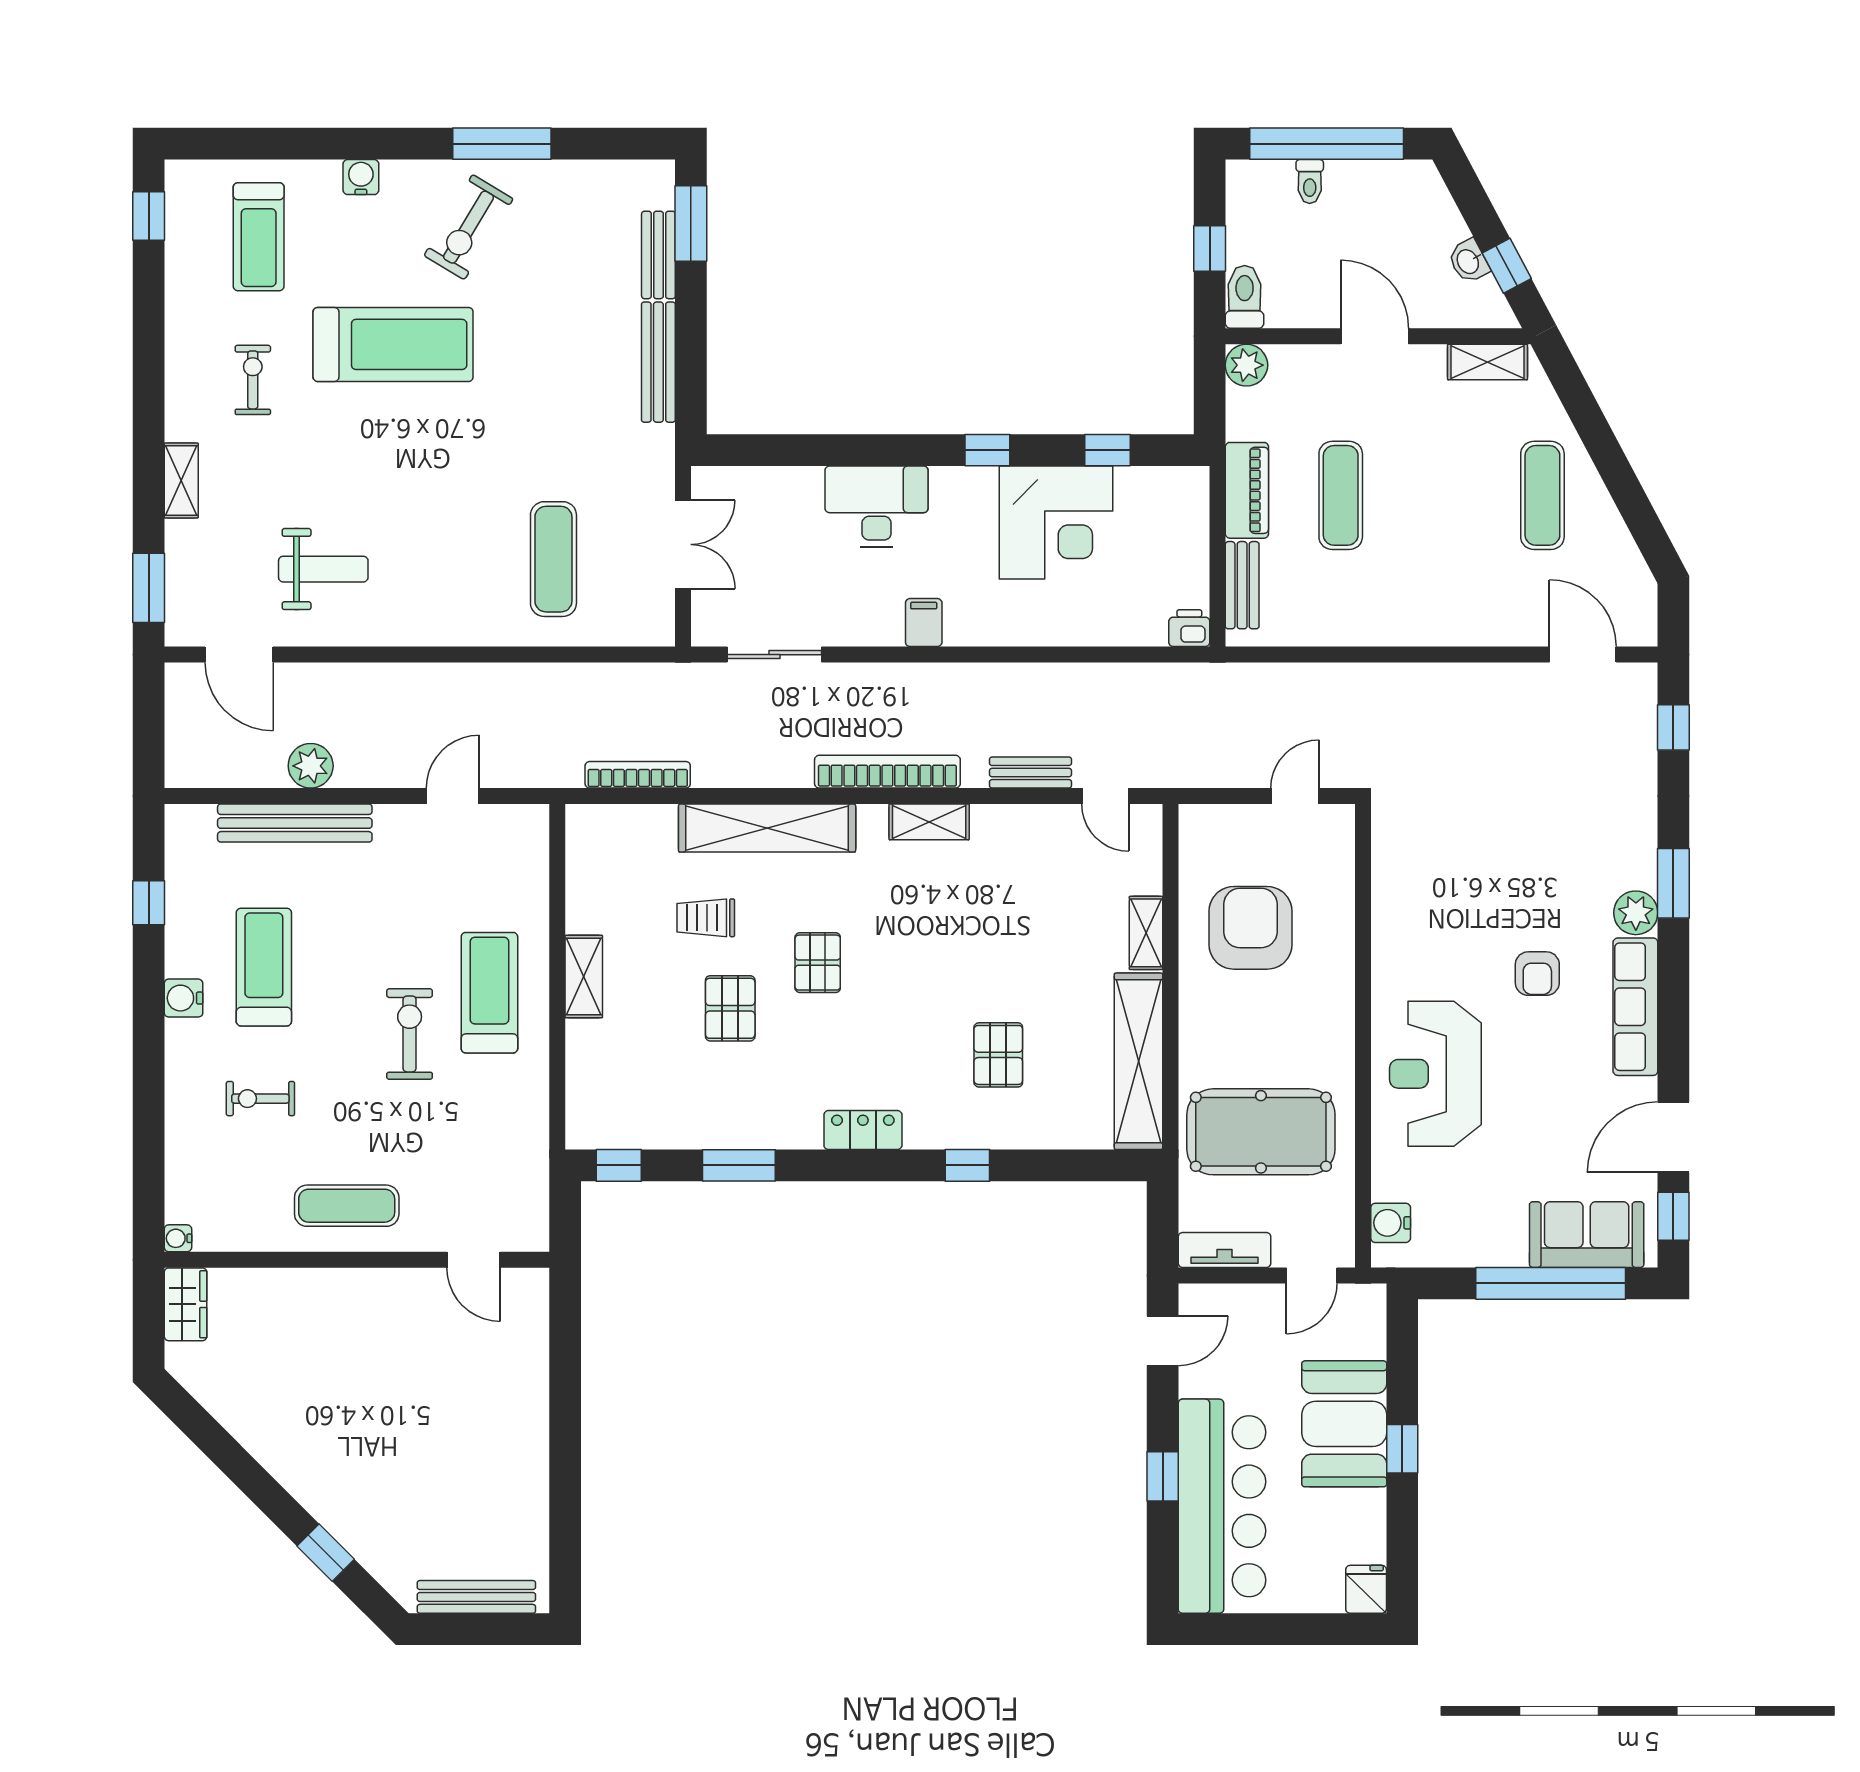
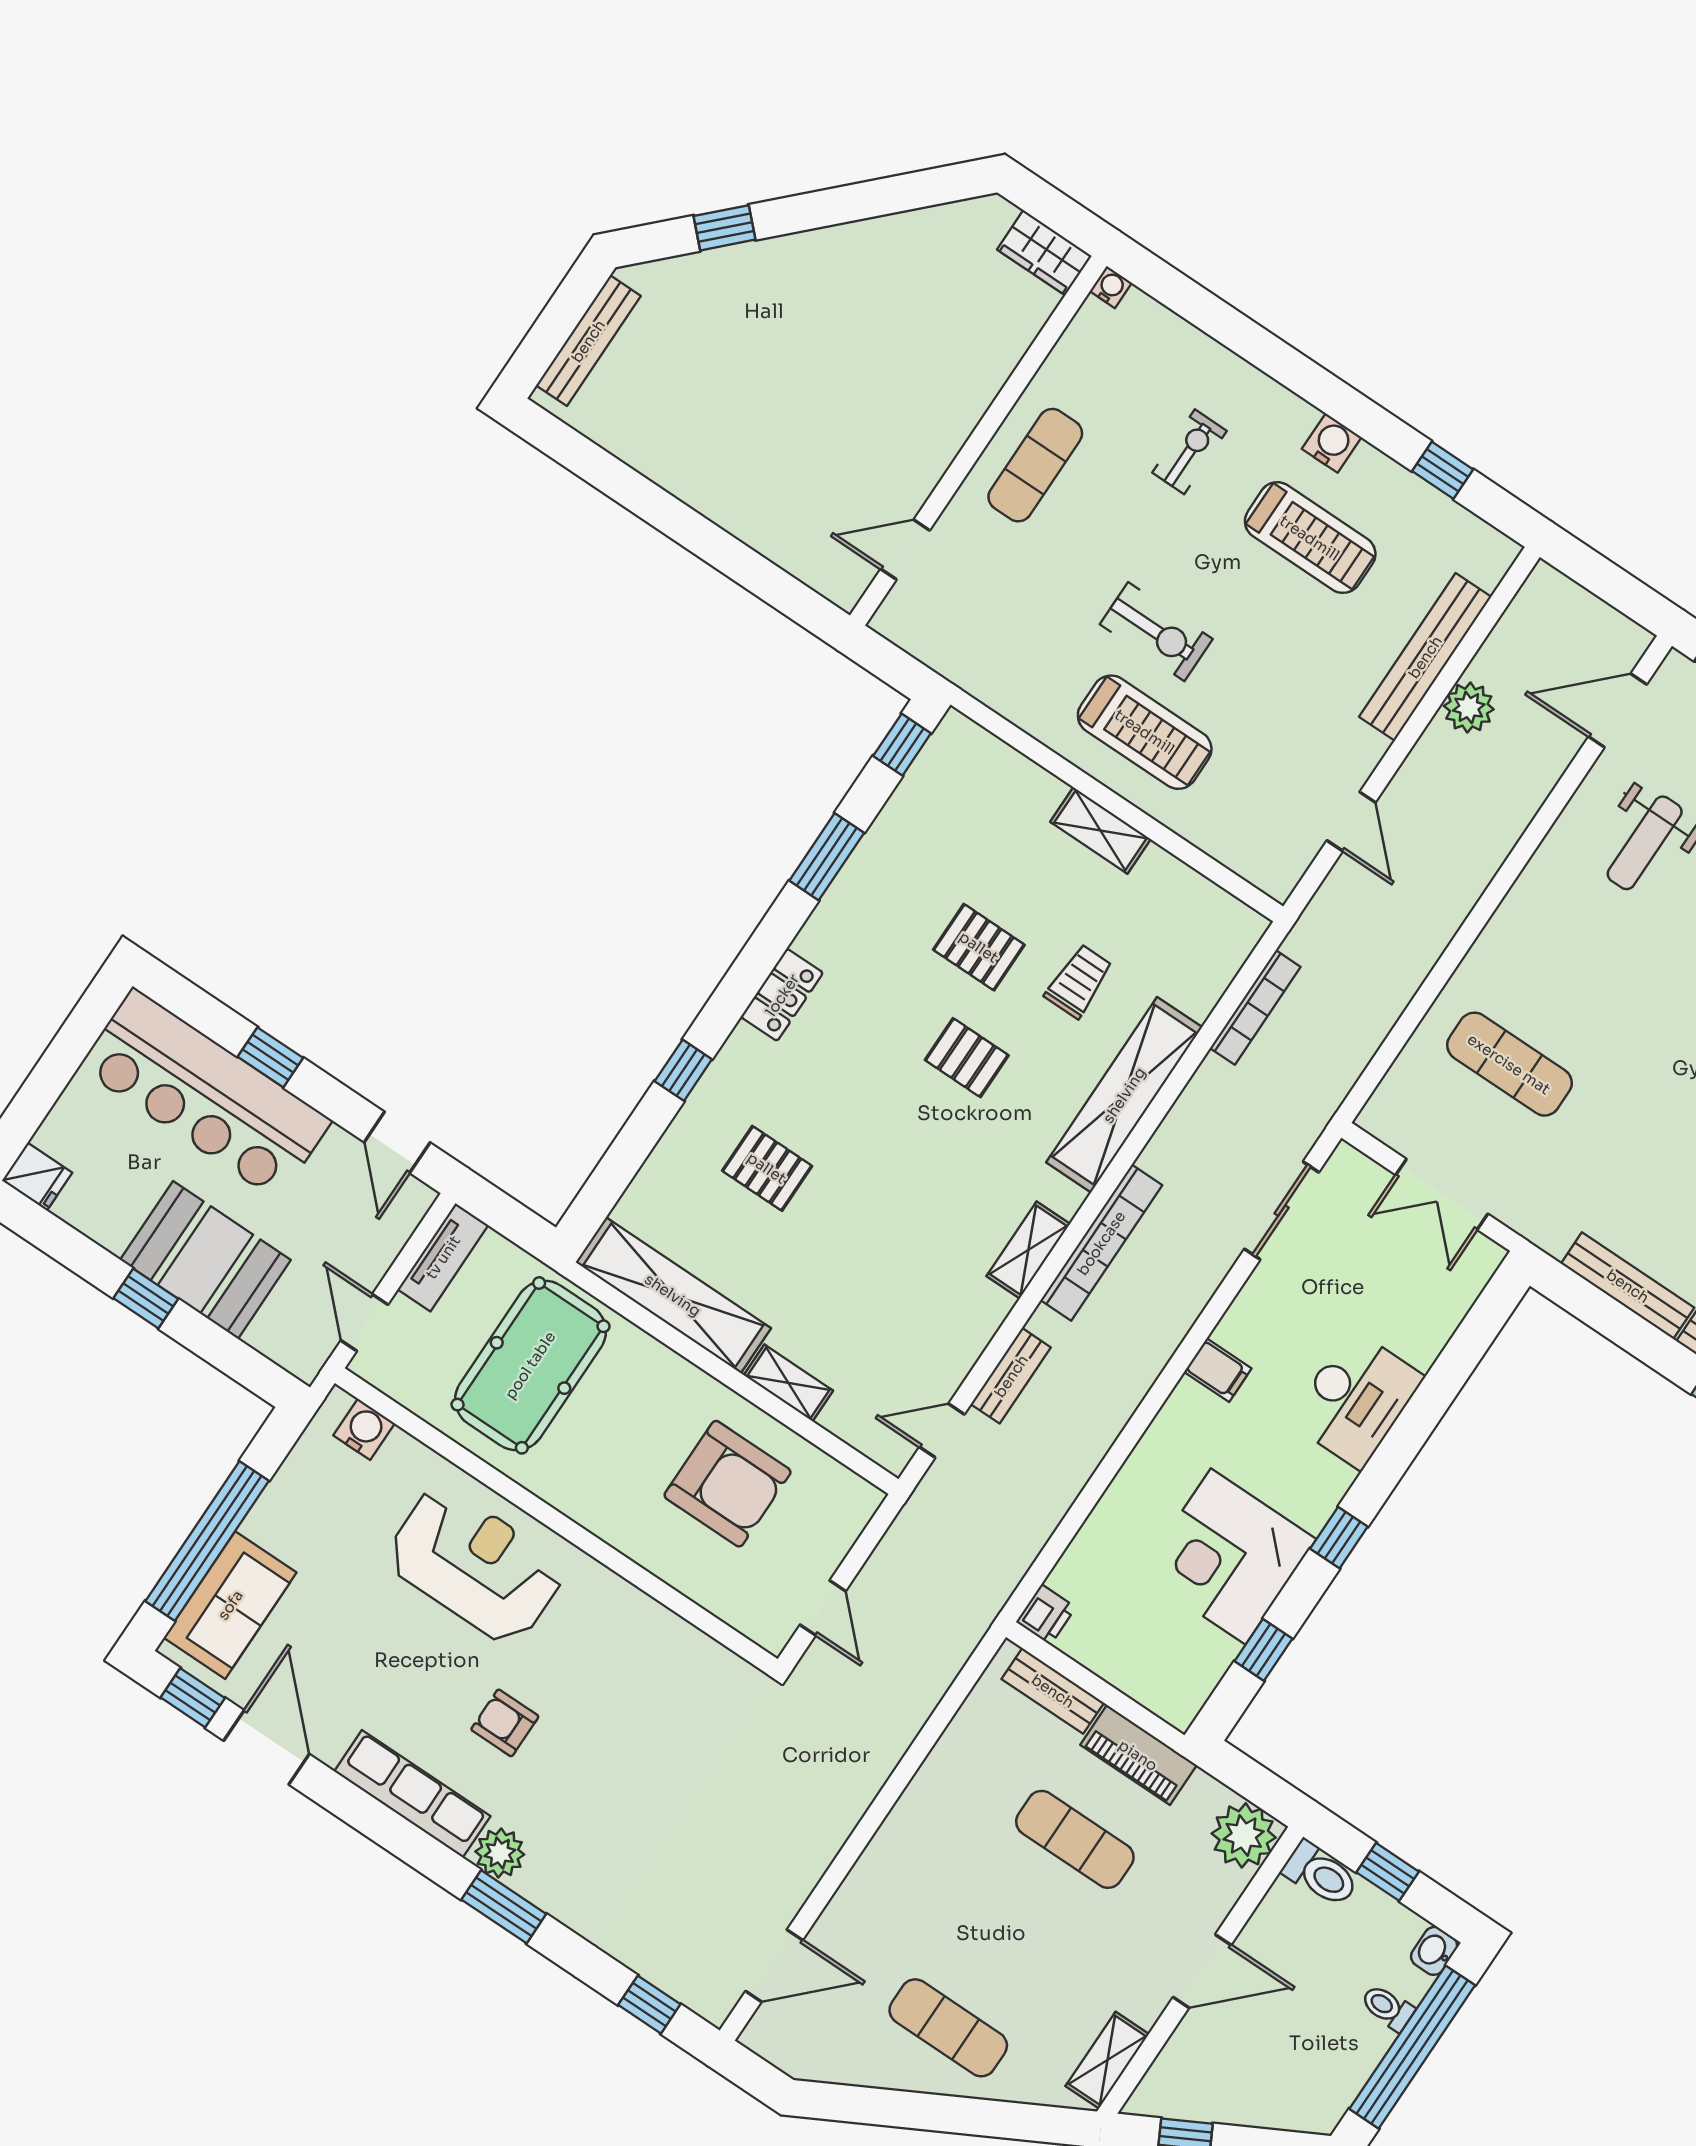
washbasin: (1469, 261) -> (1434, 1951), moved, turned -62
plant: (1246, 365) -> (1244, 1835), width x1.36, depth x1.36

